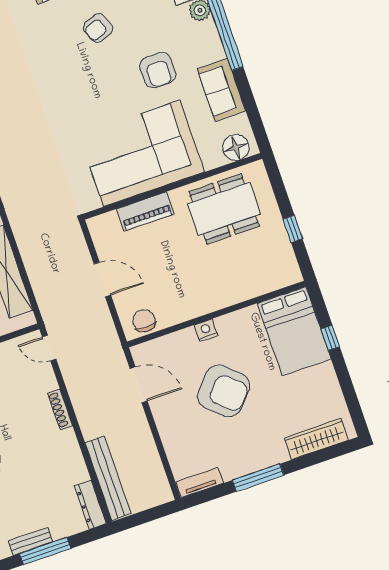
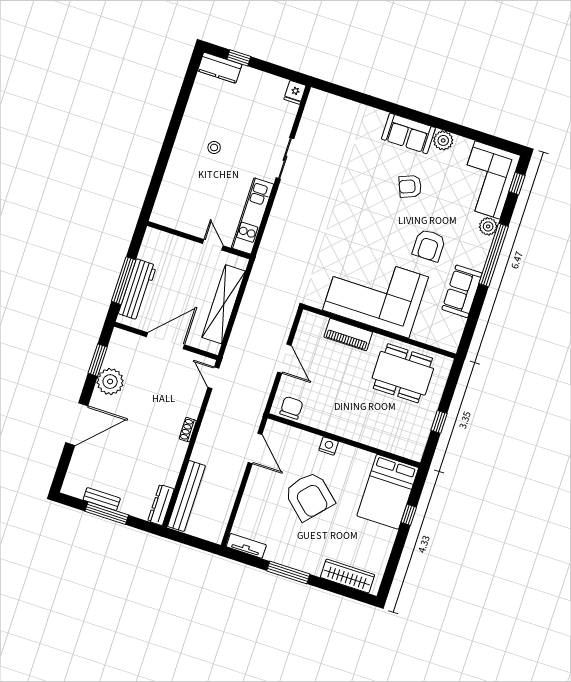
floor lamp: (236, 147) -> (442, 338), removed
shoe rack: (60, 409) -> (188, 430), width x0.70

